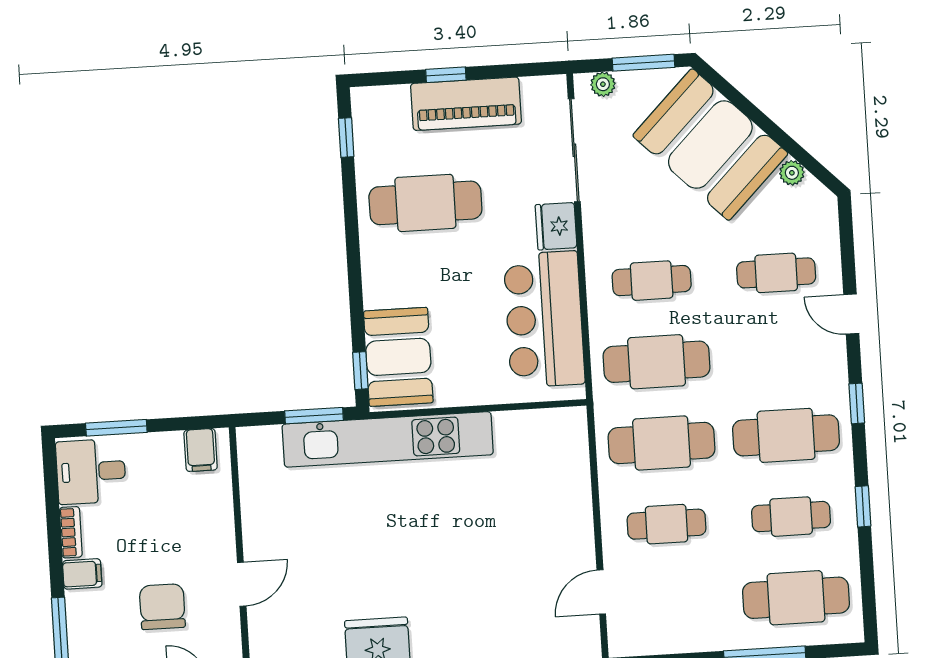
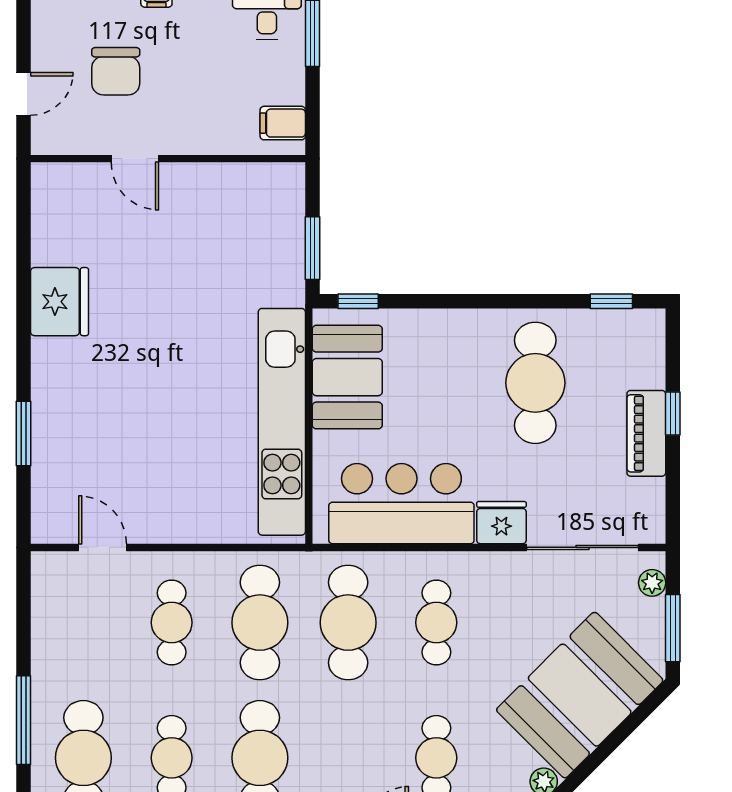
piano: (466, 104) -> (646, 433), width x0.73, depth x0.75
booth: (398, 357) -> (347, 377), moved, turned 90
kitchen unit: (388, 439) -> (282, 422), moved
chair: (162, 607) -> (116, 71), turned 90

